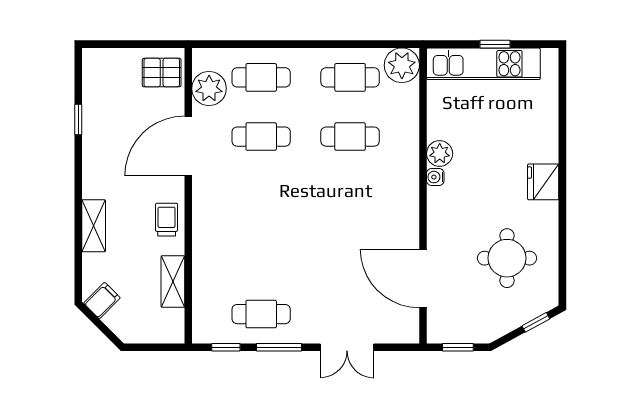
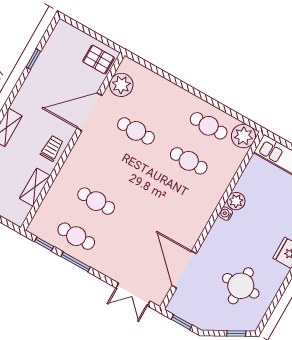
cafe table: (261, 77) -> (96, 201), moved
double door: (347, 347) -> (133, 295), moved

